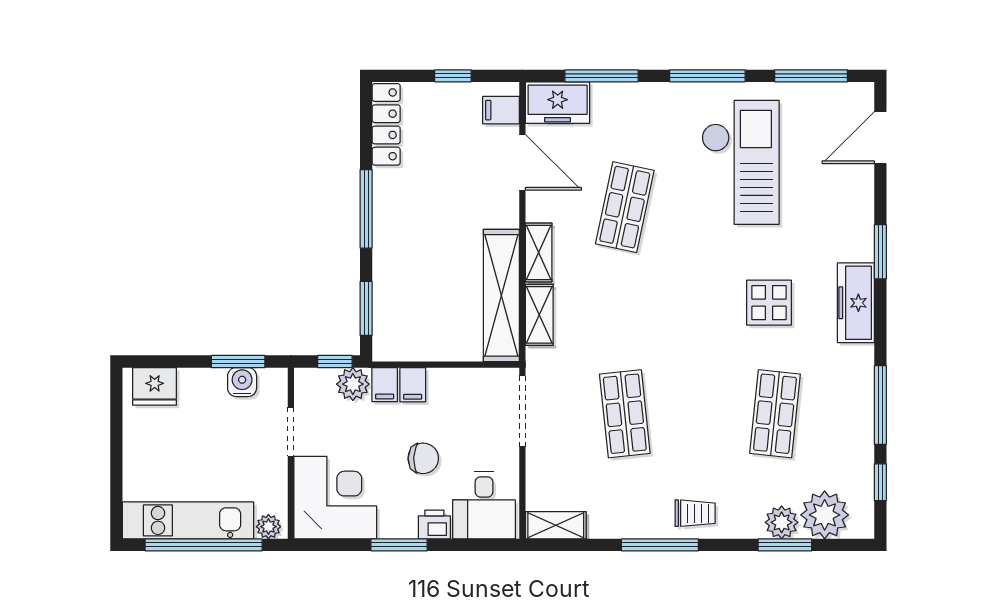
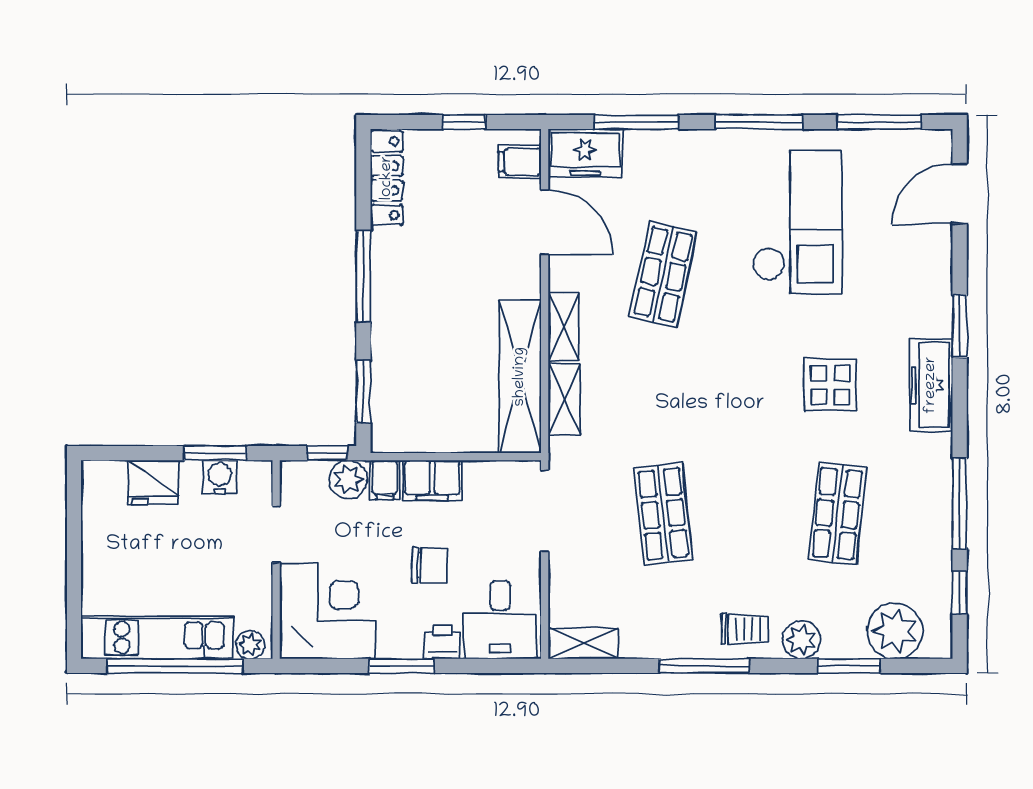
filing cabinet: (413, 385) -> (432, 480), width x2.00
fridge: (155, 386) -> (153, 482), moved
plant: (782, 522) -> (801, 640), moved

